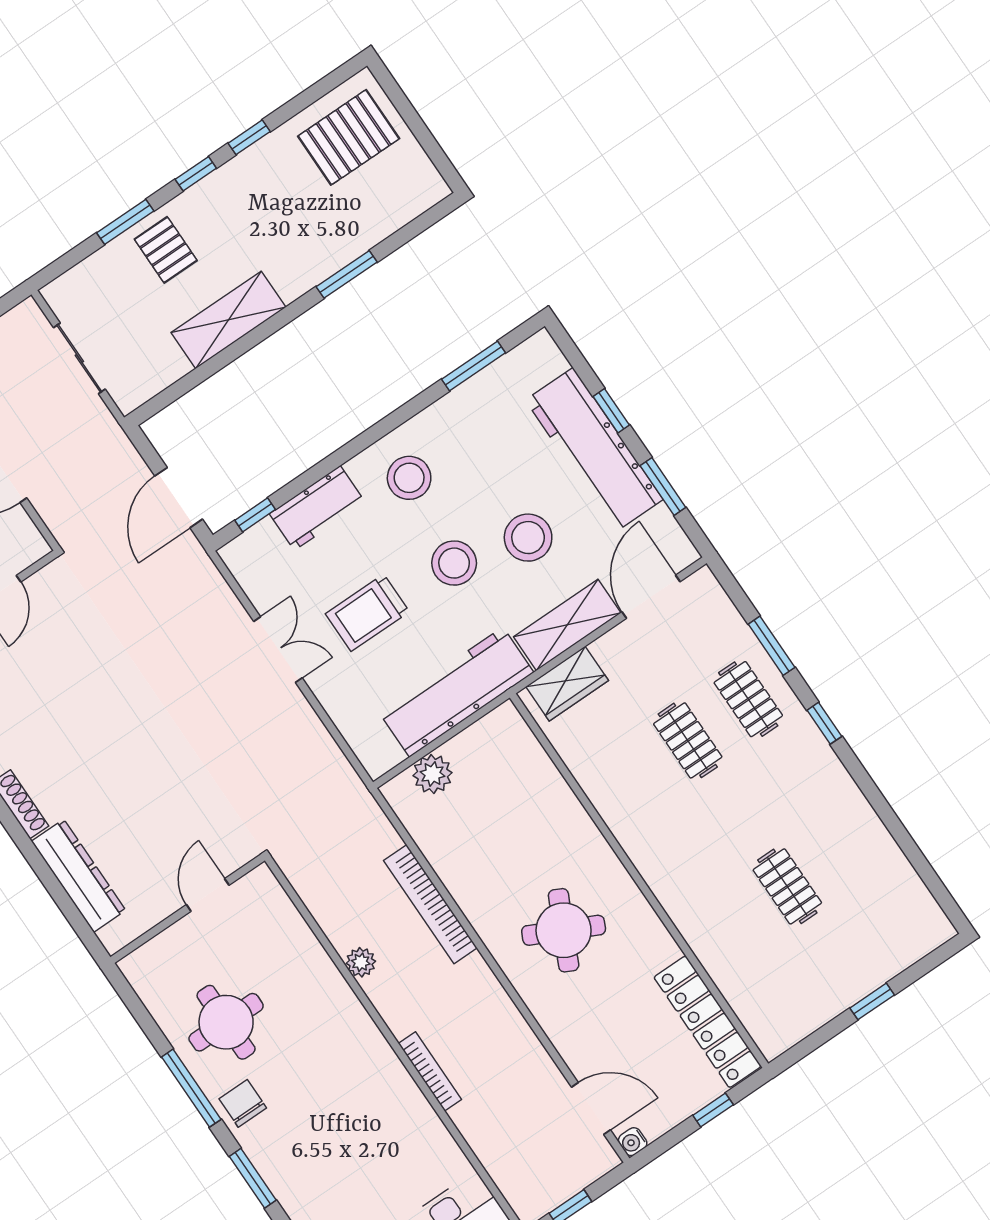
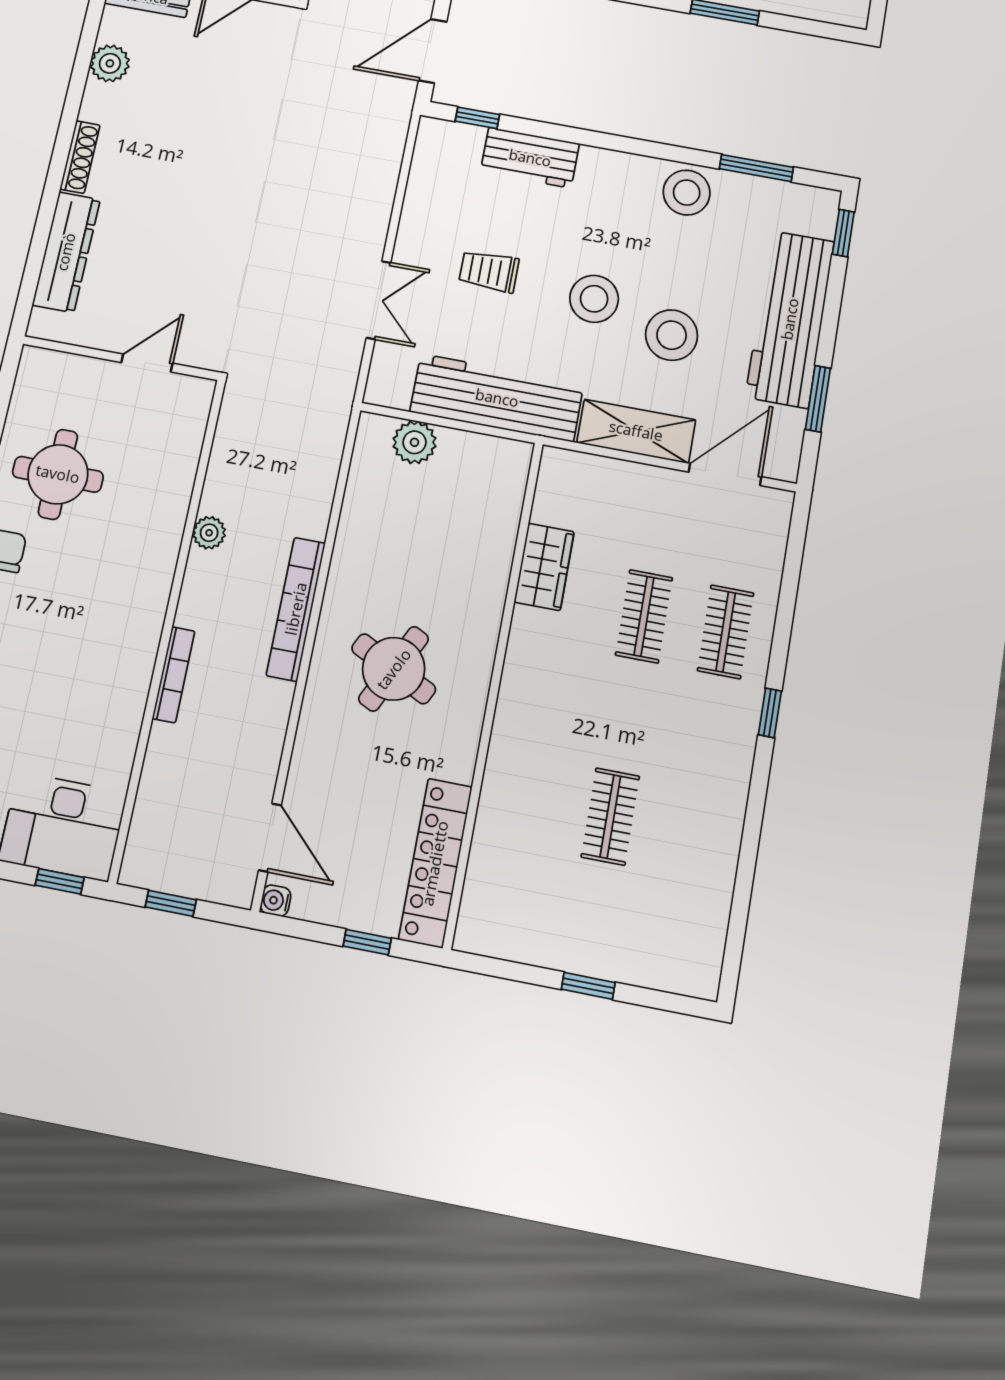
window: (611, 411) -> (843, 233), moved
stool: (409, 478) -> (687, 193), moved
trolley: (367, 613) -> (489, 271), width x0.73, depth x0.72
window: (772, 646) -> (786, 608), removed
double door: (278, 650) -> (379, 300), moved
wardrobe: (567, 684) -> (544, 567), moved, turned -90
bookcase: (430, 904) -> (296, 609), moved

